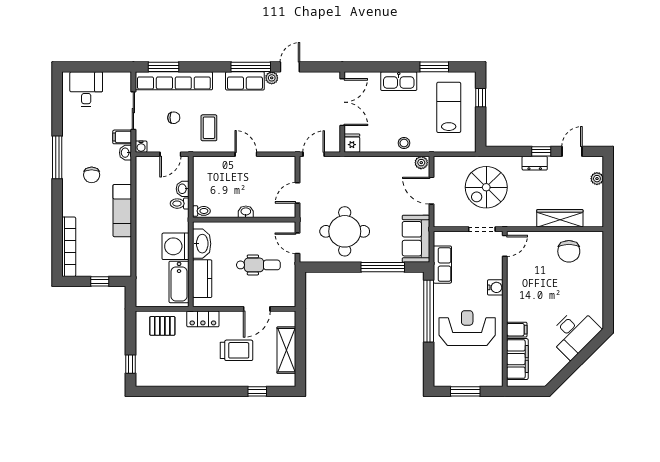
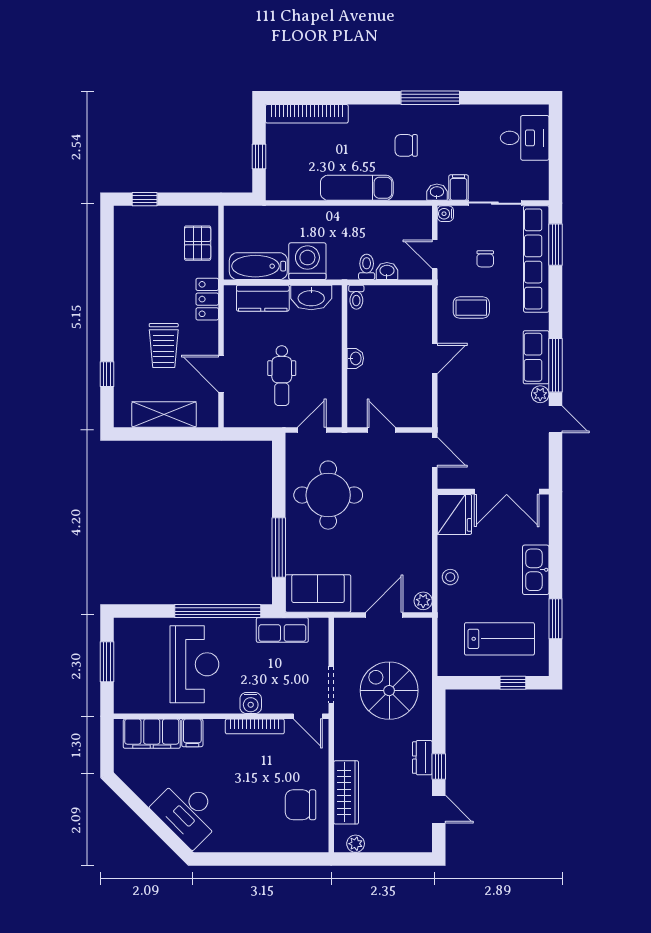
fridge: (352, 143) -> (454, 514), width x1.88, depth x1.34
plant: (597, 179) -> (356, 844), moved
bookcase: (512, 284) -> (255, 726), added

